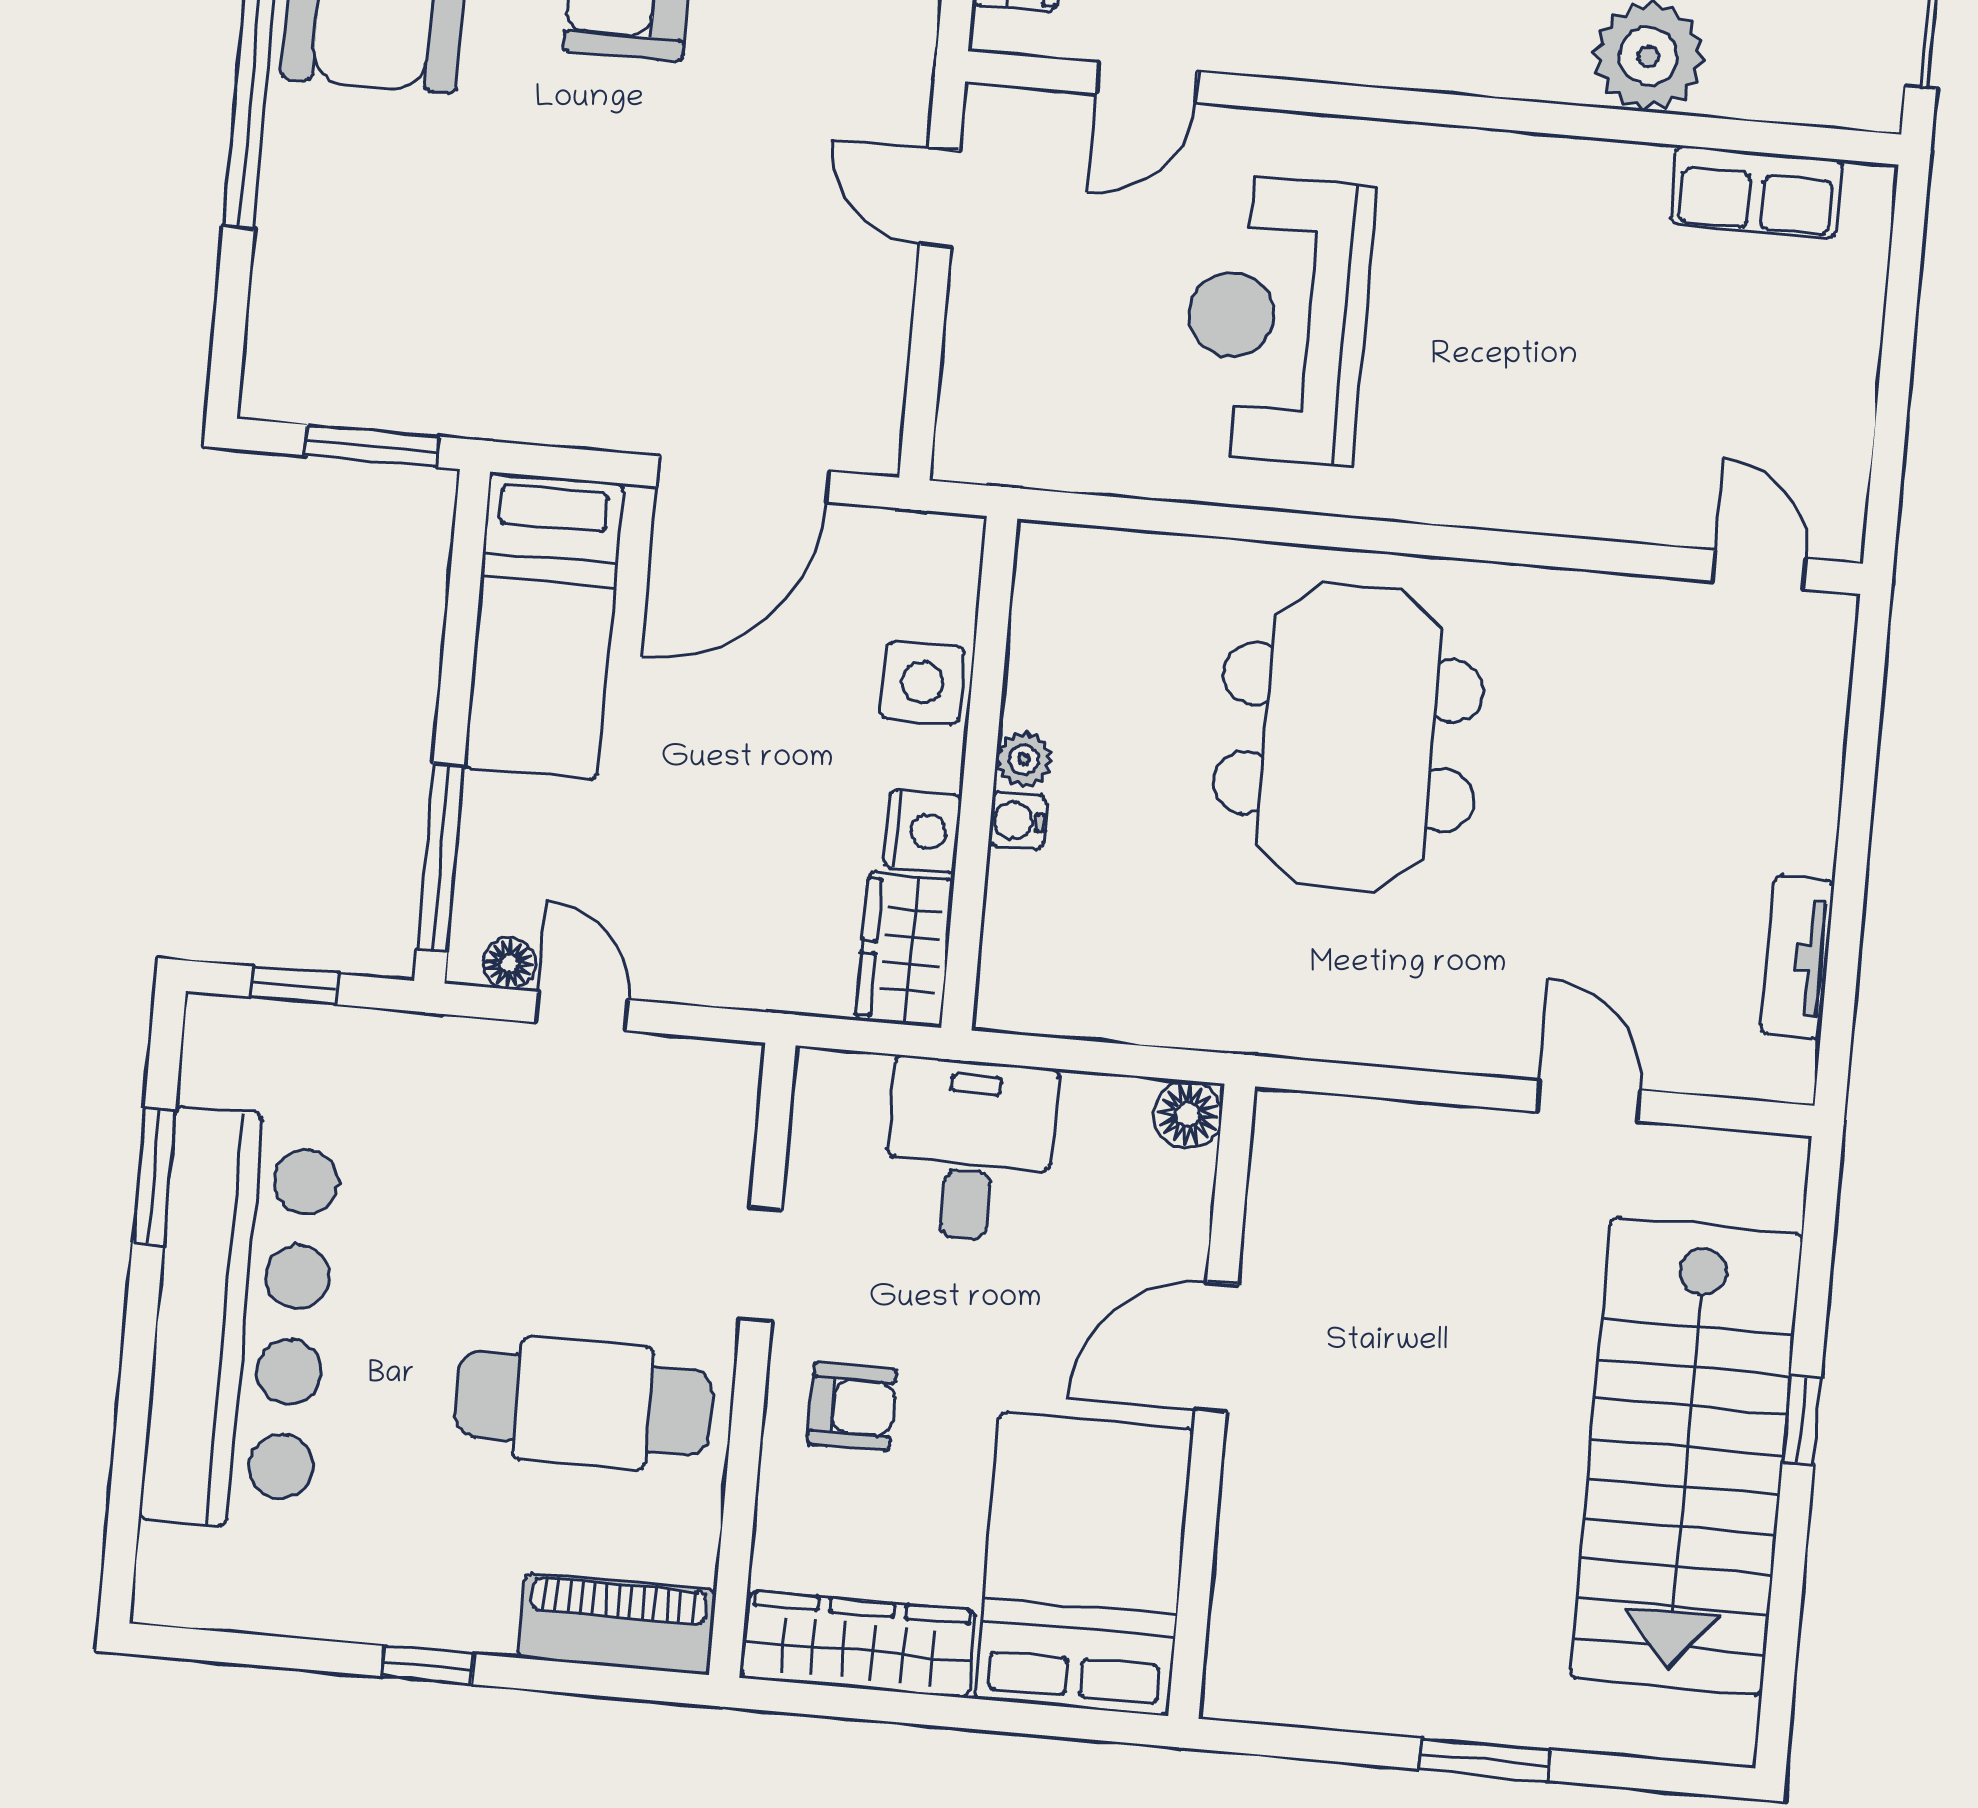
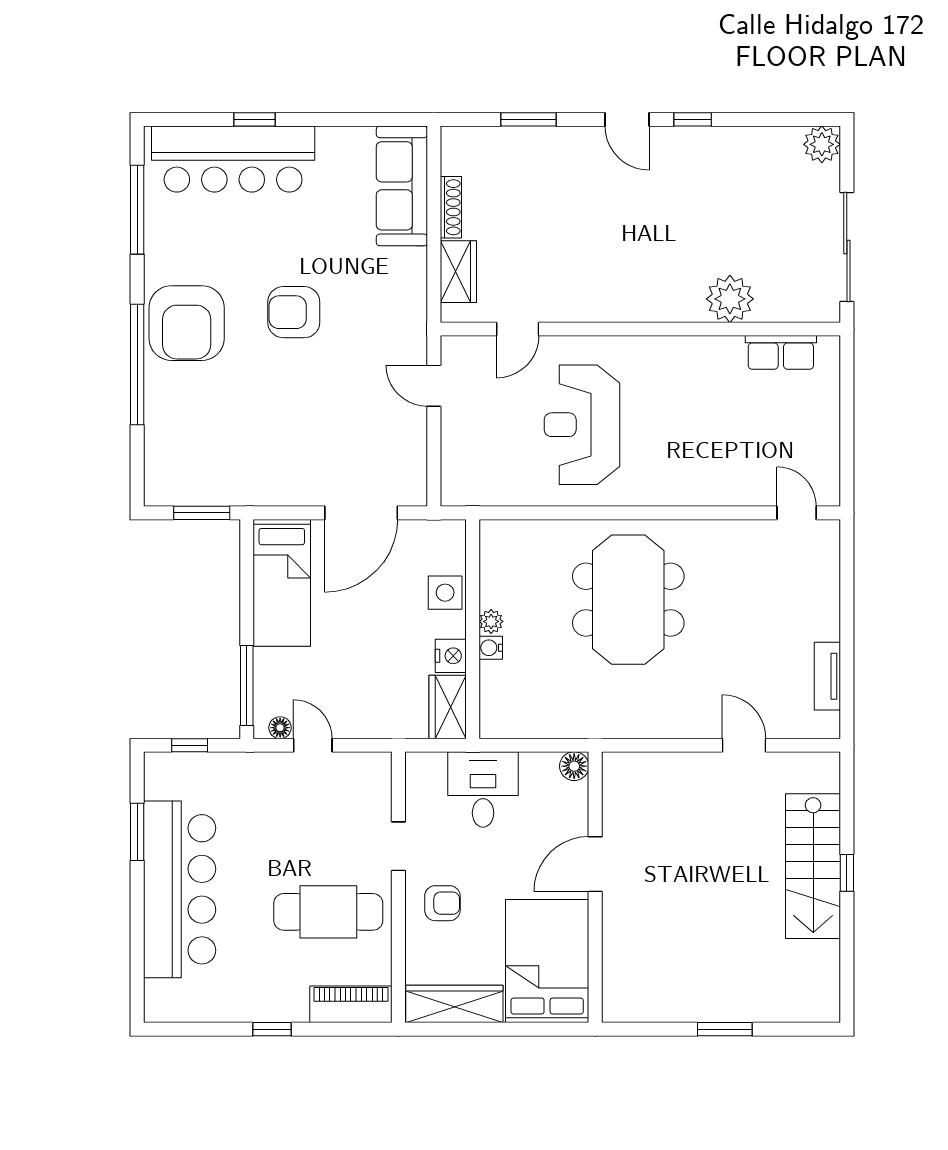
stairs: (1687, 1456) -> (813, 866), width x0.73, depth x0.66

